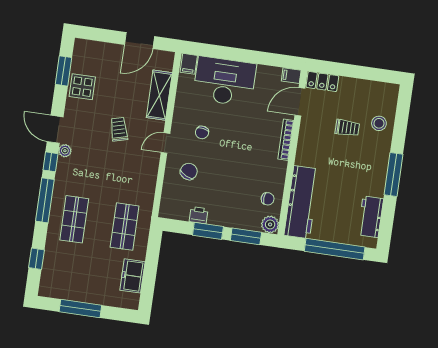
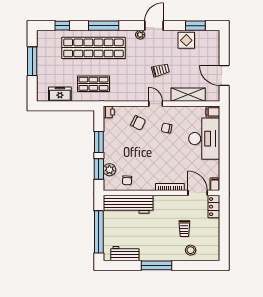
window: (50, 162) -> (131, 26), removed
printer: (199, 215) -> (109, 112), moved
shop shelf: (74, 219) -> (93, 48), width x2.00, depth x1.36
plant: (270, 224) -> (109, 170), moved

